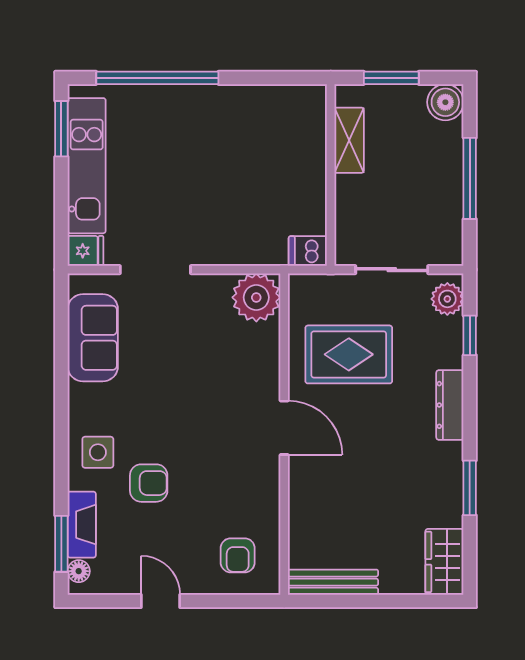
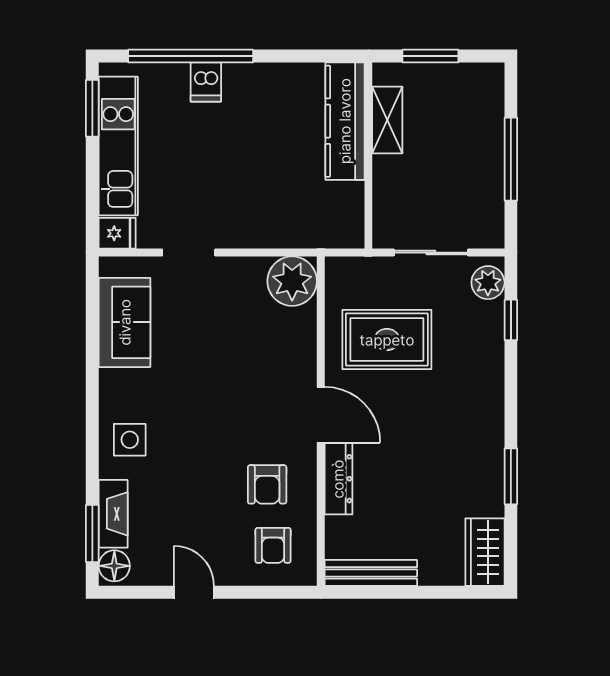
boiler: (445, 102) -> (486, 81), removed
kitchen counter: (308, 141) -> (345, 121), added
dishwasher: (308, 251) -> (206, 82), moved, turned -90
doorway: (155, 270) -> (189, 253), width x0.73
dresser: (450, 405) -> (338, 479), moved, turned 180
armchair: (149, 483) -> (267, 484), moved, turned 90
floor lamp: (79, 571) -> (114, 566), width x1.37, depth x1.37

